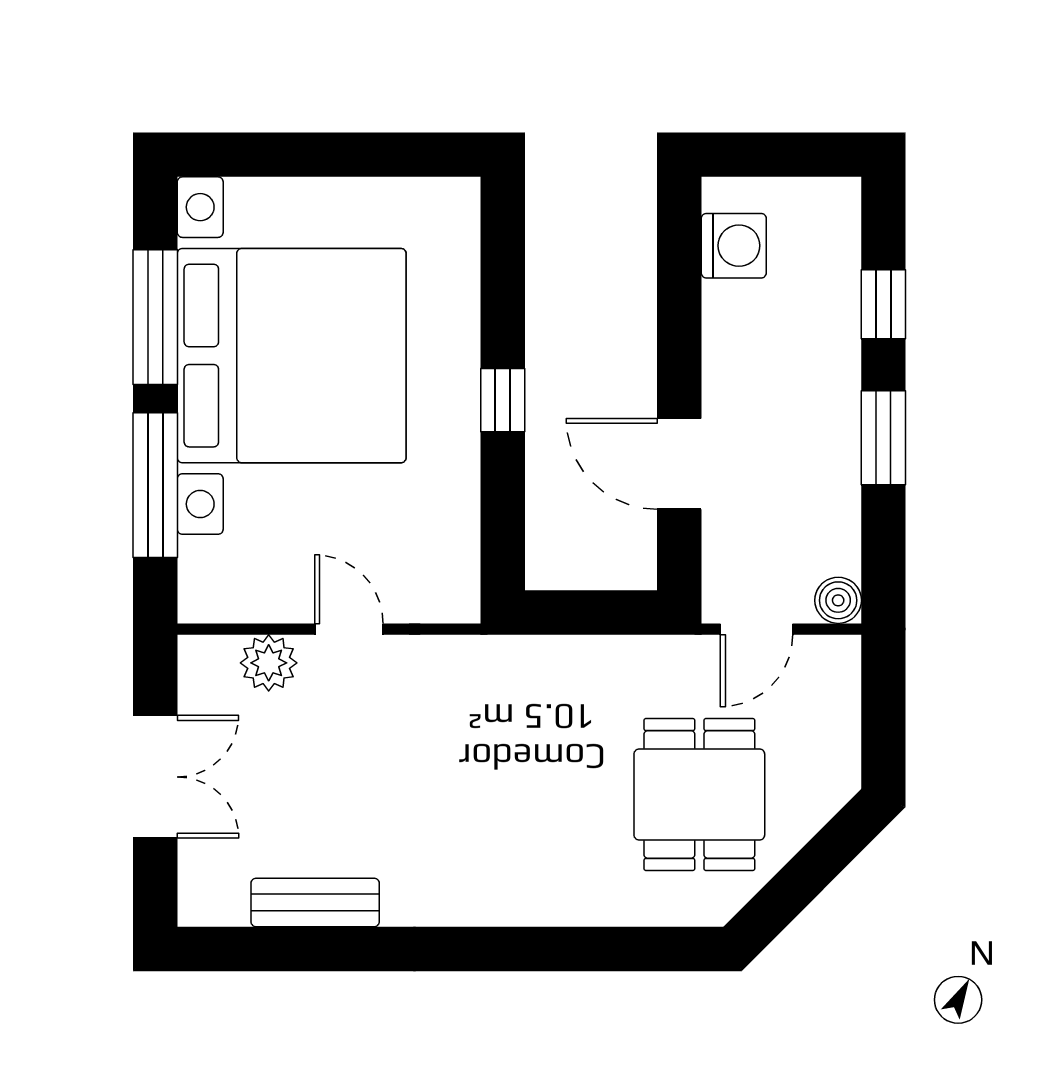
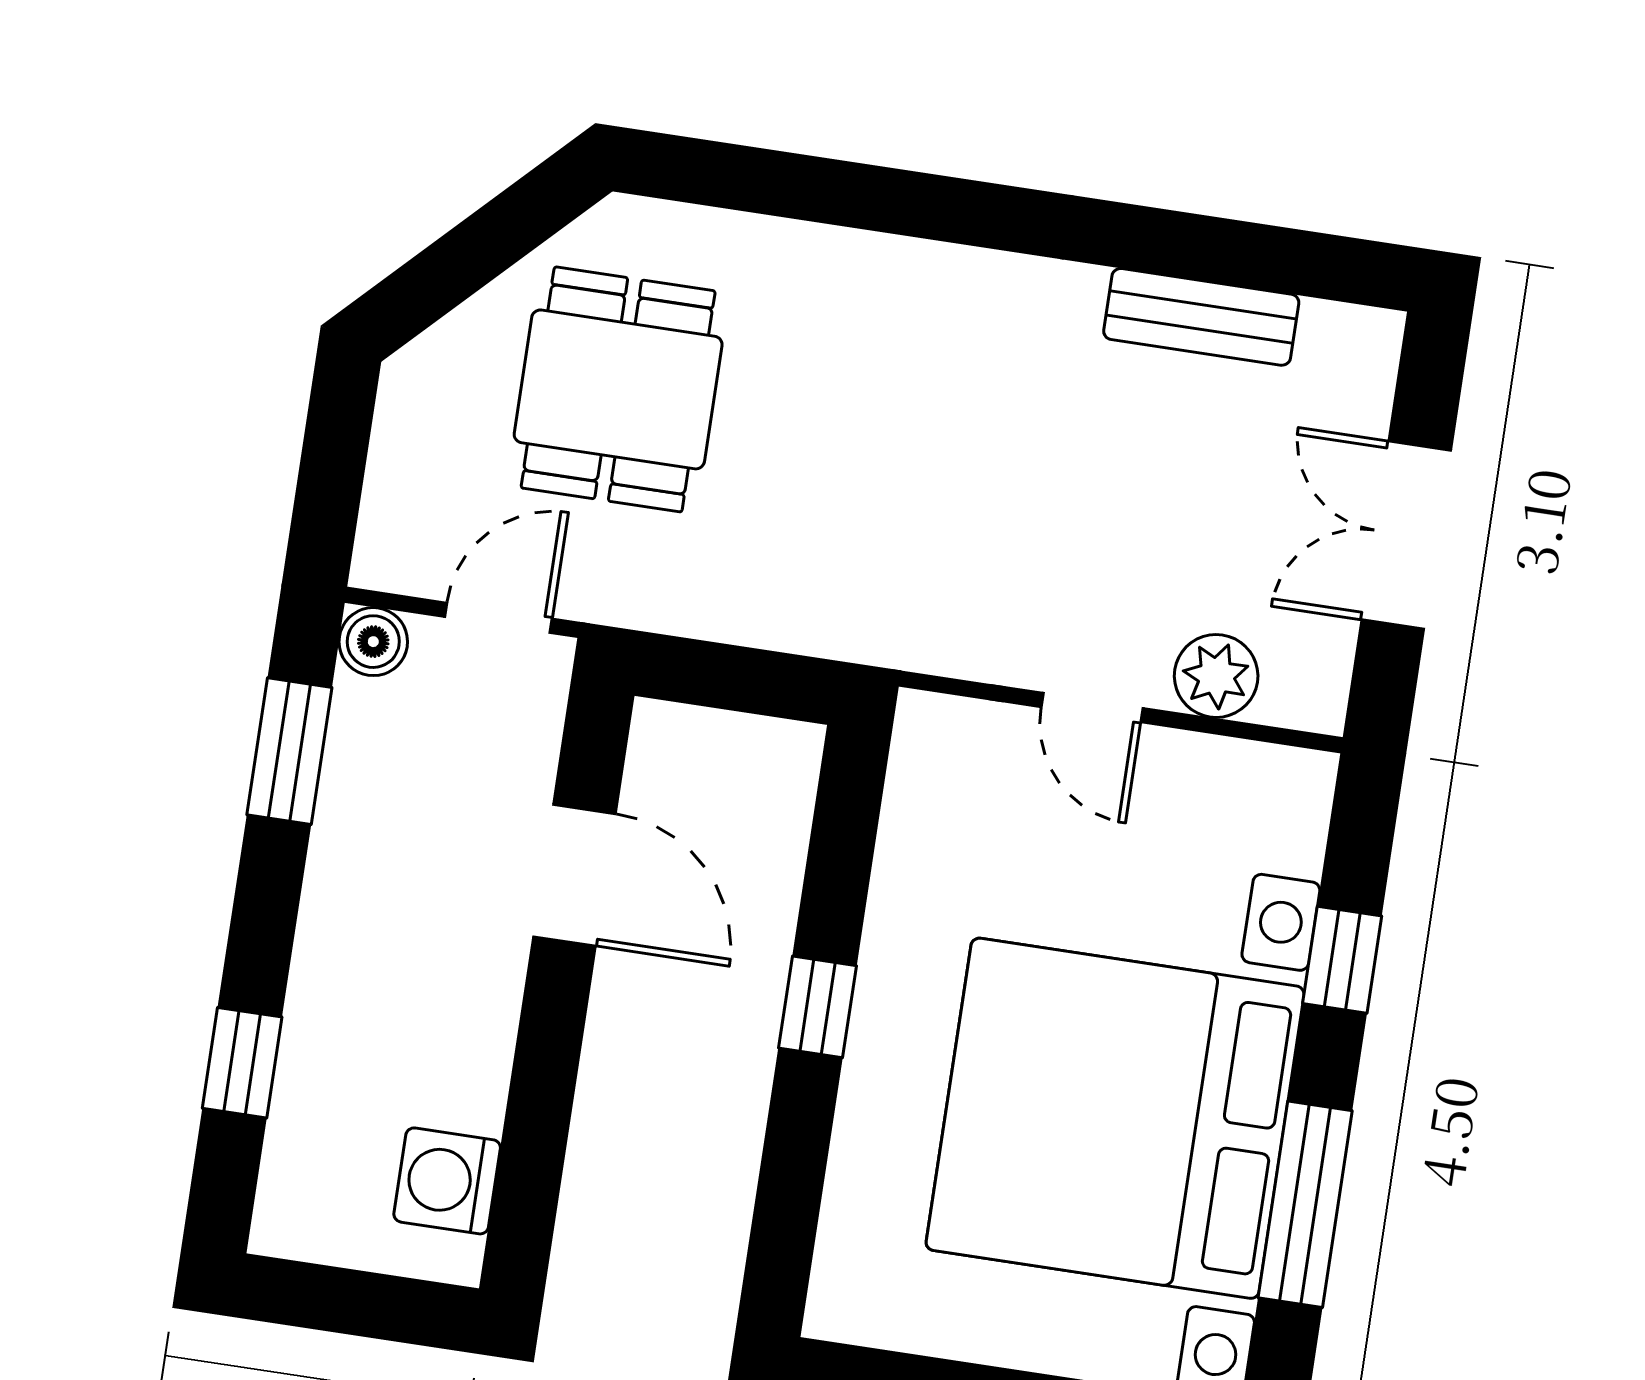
window: (883, 438) -> (289, 751), moved
window: (155, 485) -> (1342, 960), width x0.46

